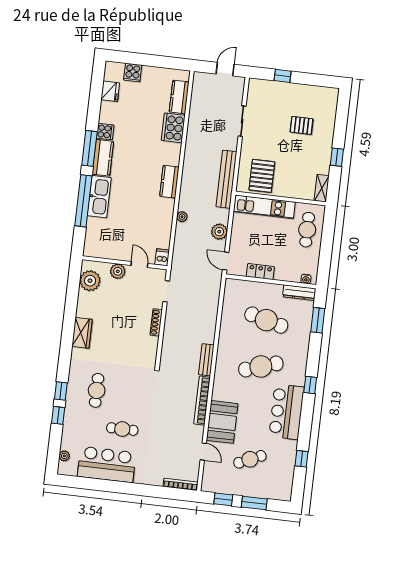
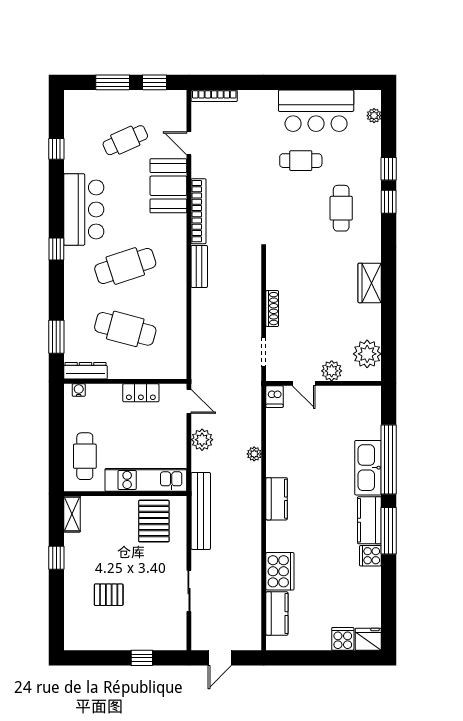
fridge: (110, 91) -> (368, 639), moved, turned 90

